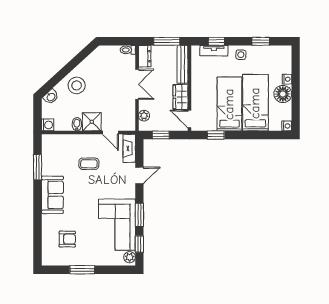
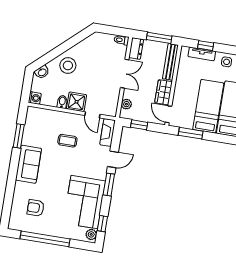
window: (216, 135) -> (191, 133), width x1.50
window: (139, 215) -> (109, 185), moved
armchair: (67, 239) -> (36, 208), turned 180
window: (82, 270) -> (45, 239), width x2.11

